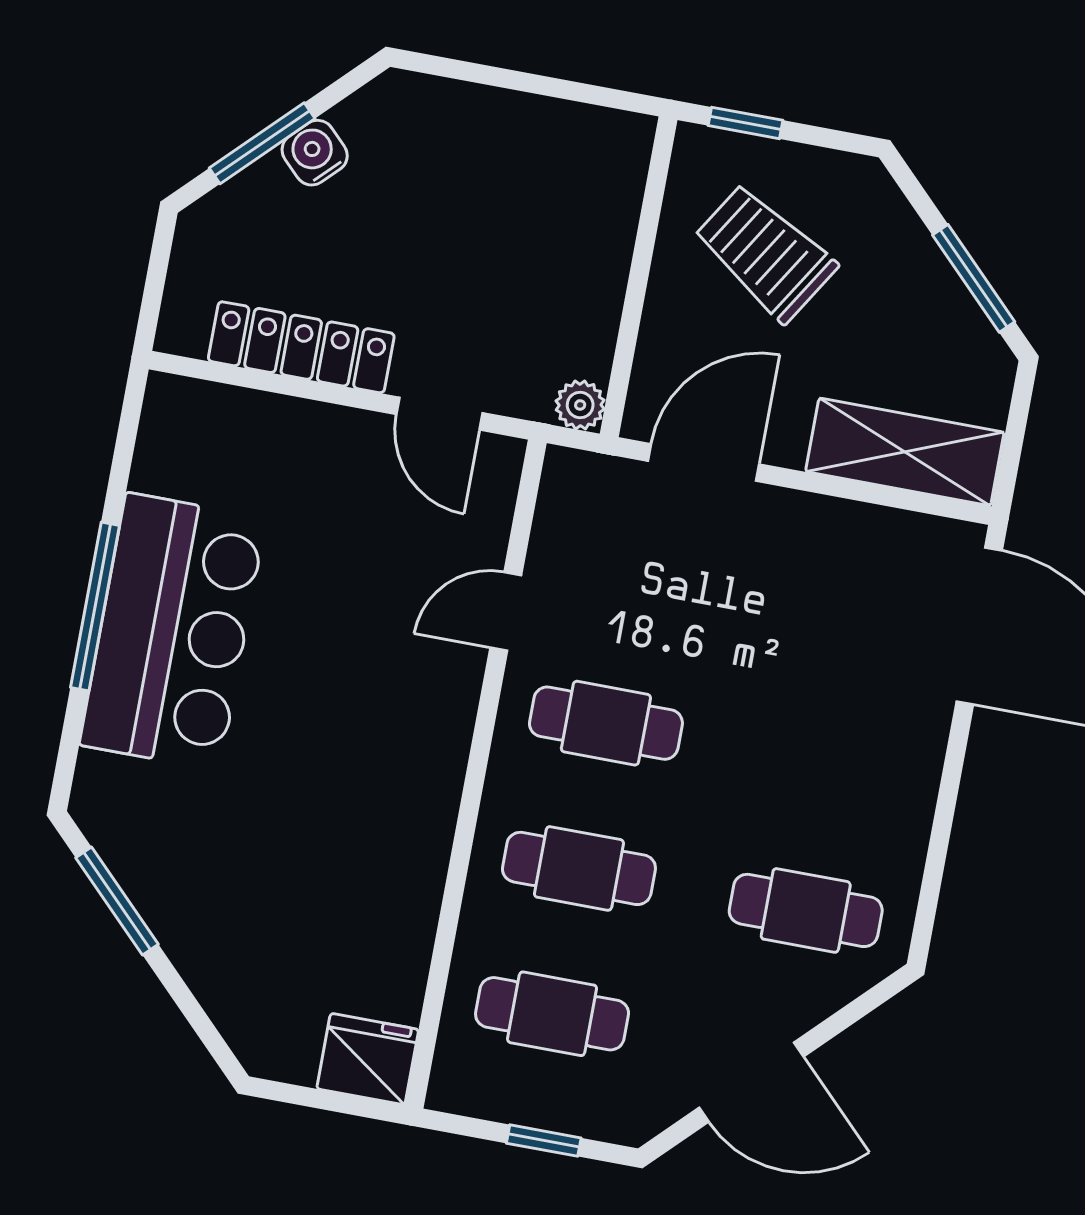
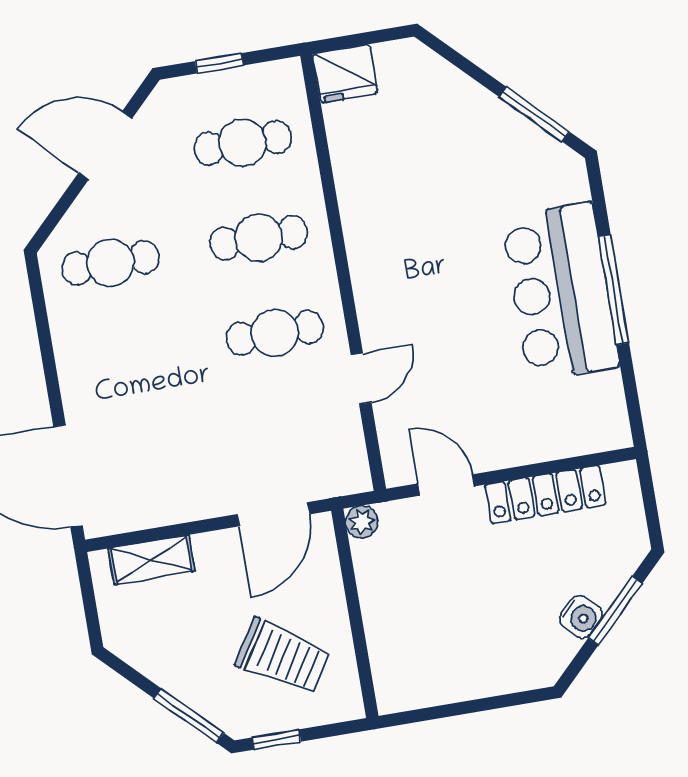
window: (745, 123) -> (277, 739), moved
window: (974, 278) -> (189, 716), moved
shelving: (905, 452) -> (151, 560), width x0.67, depth x0.75

